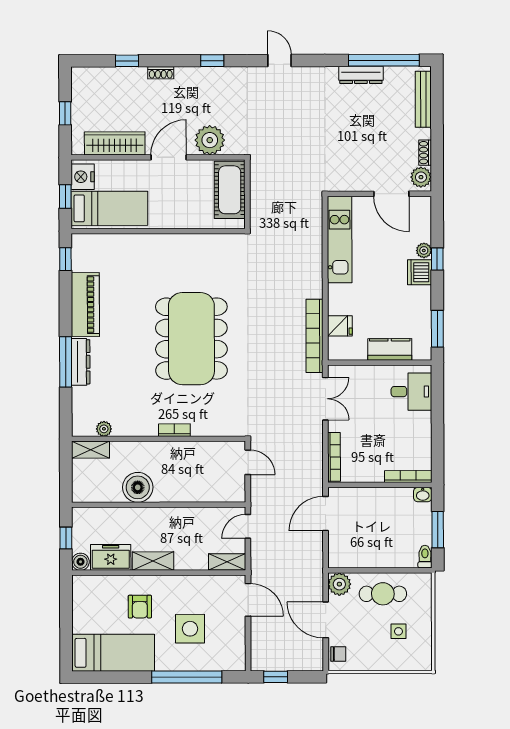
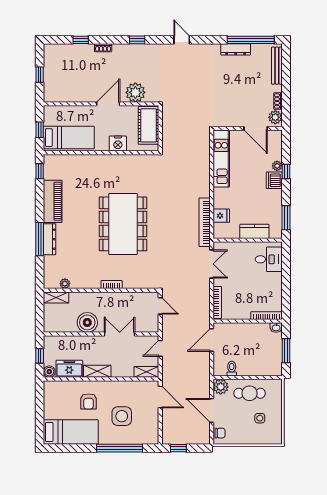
wardrobe: (115, 143) -> (72, 95), removed
nightstand: (83, 177) -> (118, 144), moved, turned -90
double door: (186, 505) -> (120, 334), added
toilet: (425, 557) -> (232, 369), moved

